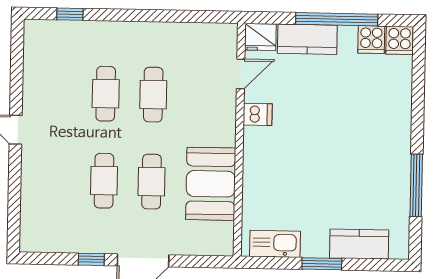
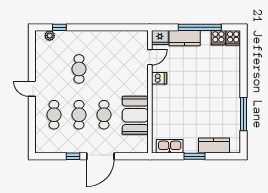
plant: (51, 29) -> (50, 36), added
cafe table: (153, 95) -> (54, 115), moved

